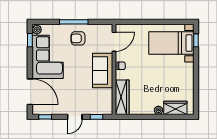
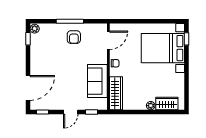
armchair: (78, 38) -> (74, 37), turned -90
bed with nightstands: (171, 43) -> (163, 48), width x1.36
corner sofa: (48, 57) -> (45, 55), removed
sofa: (103, 70) -> (97, 81), moved
door: (30, 92) -> (28, 88), hinge flipped

